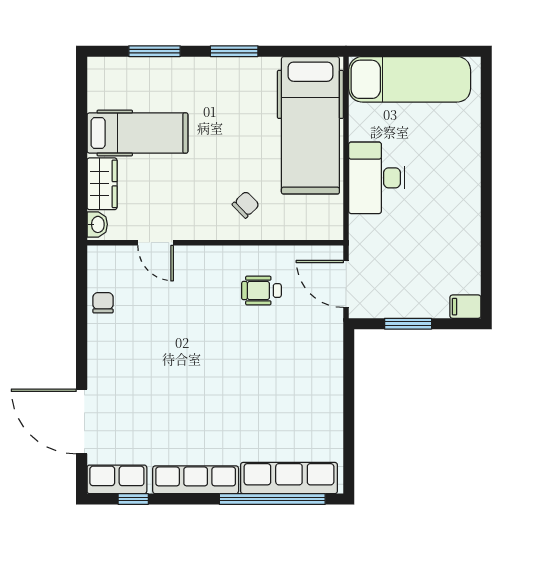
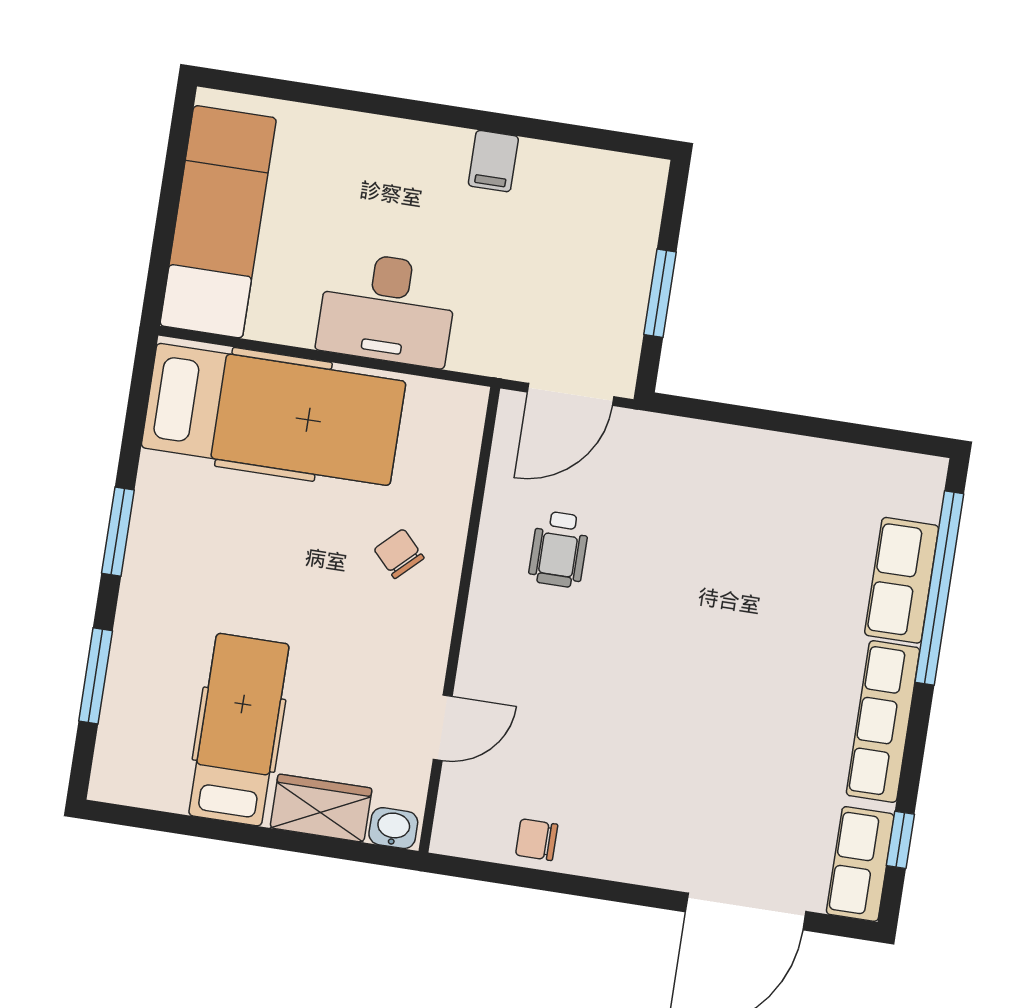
filing cabinet: (465, 307) -> (493, 161), moved
row of seats: (289, 478) -> (902, 580), width x0.68

